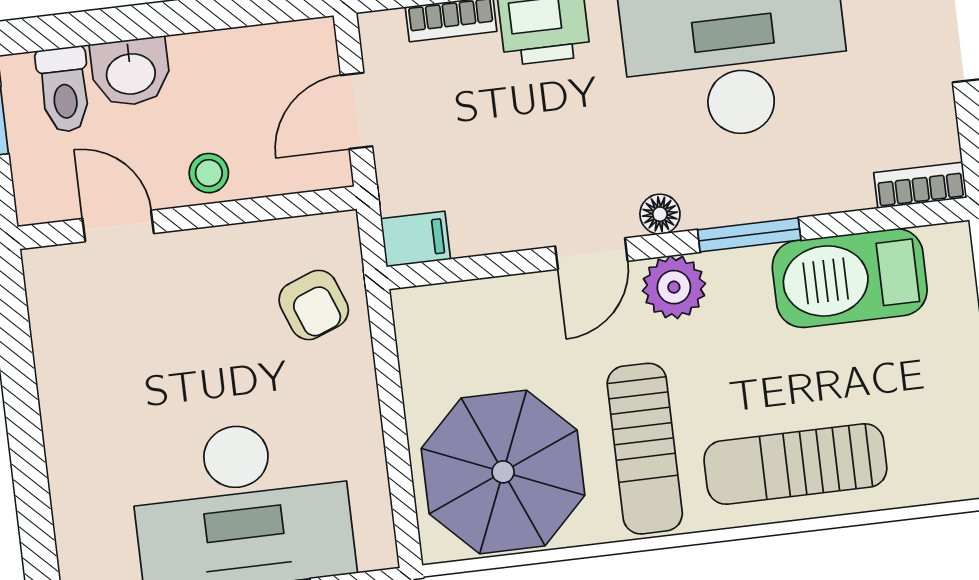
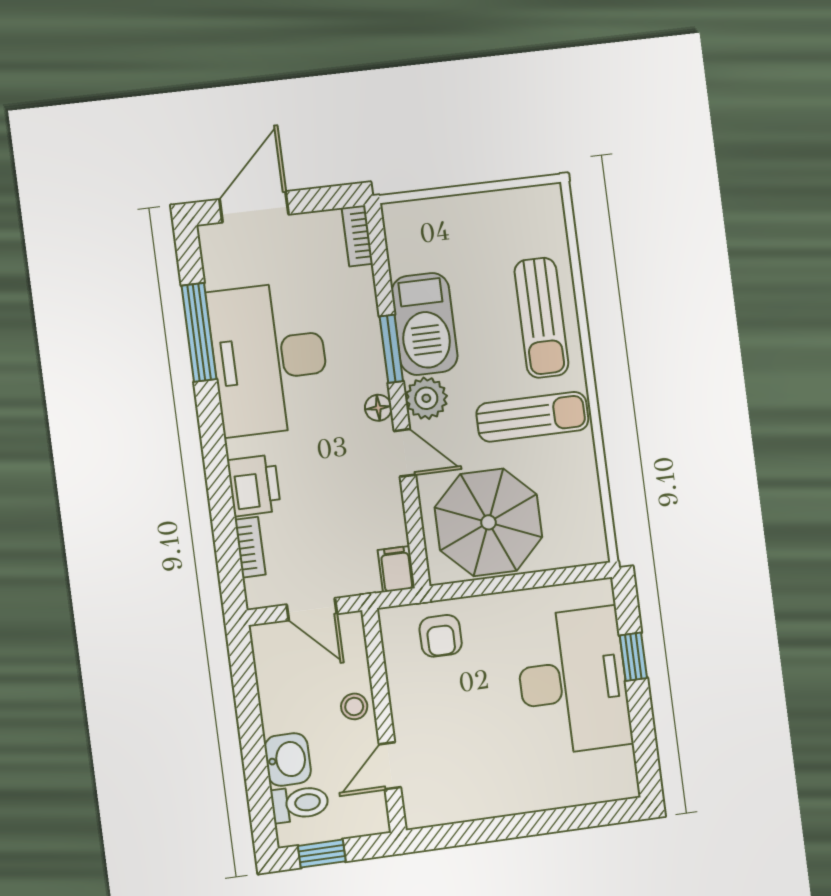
barbecue: (850, 278) -> (425, 324), moved
armchair: (314, 305) -> (441, 636), turned 111
parasol: (503, 472) -> (488, 522), moved

